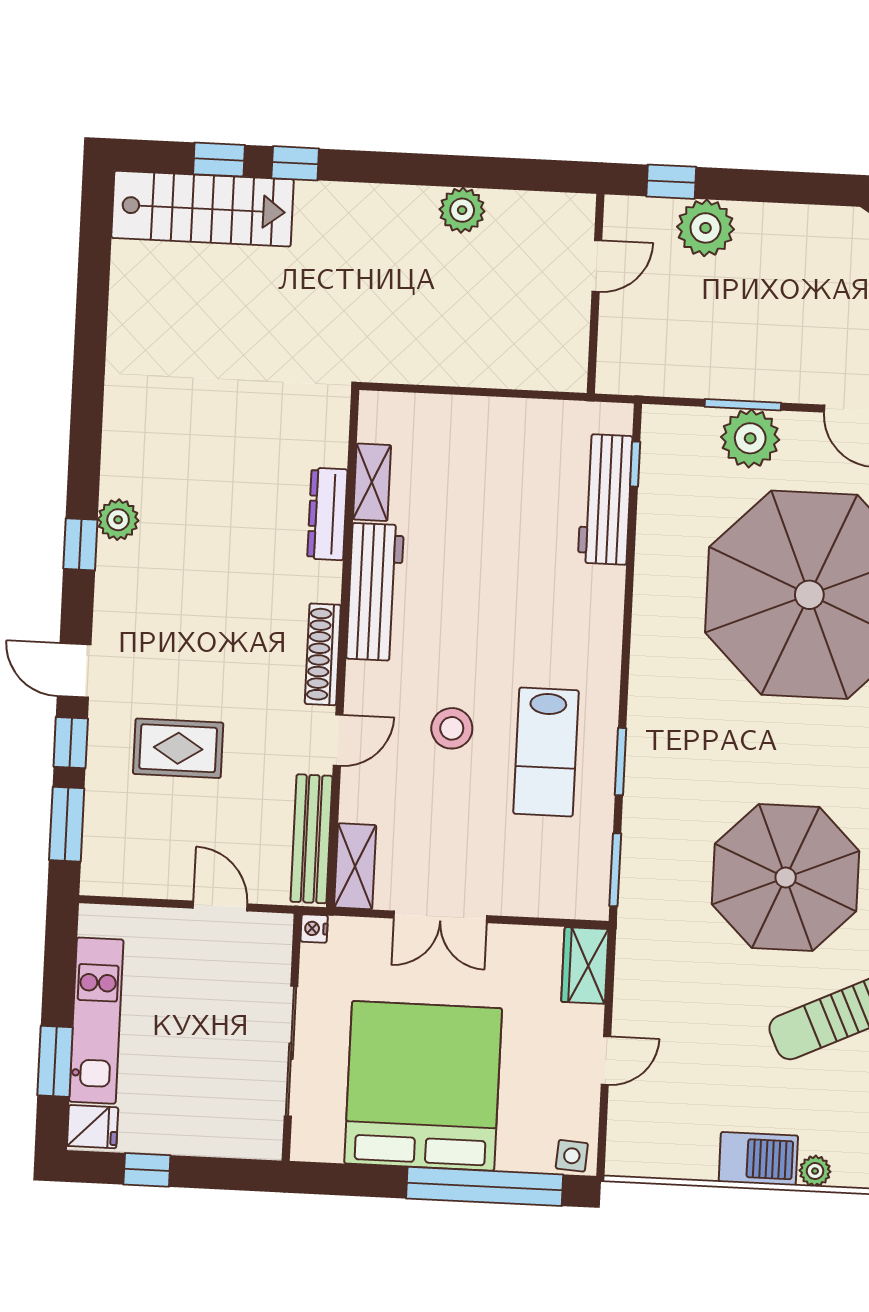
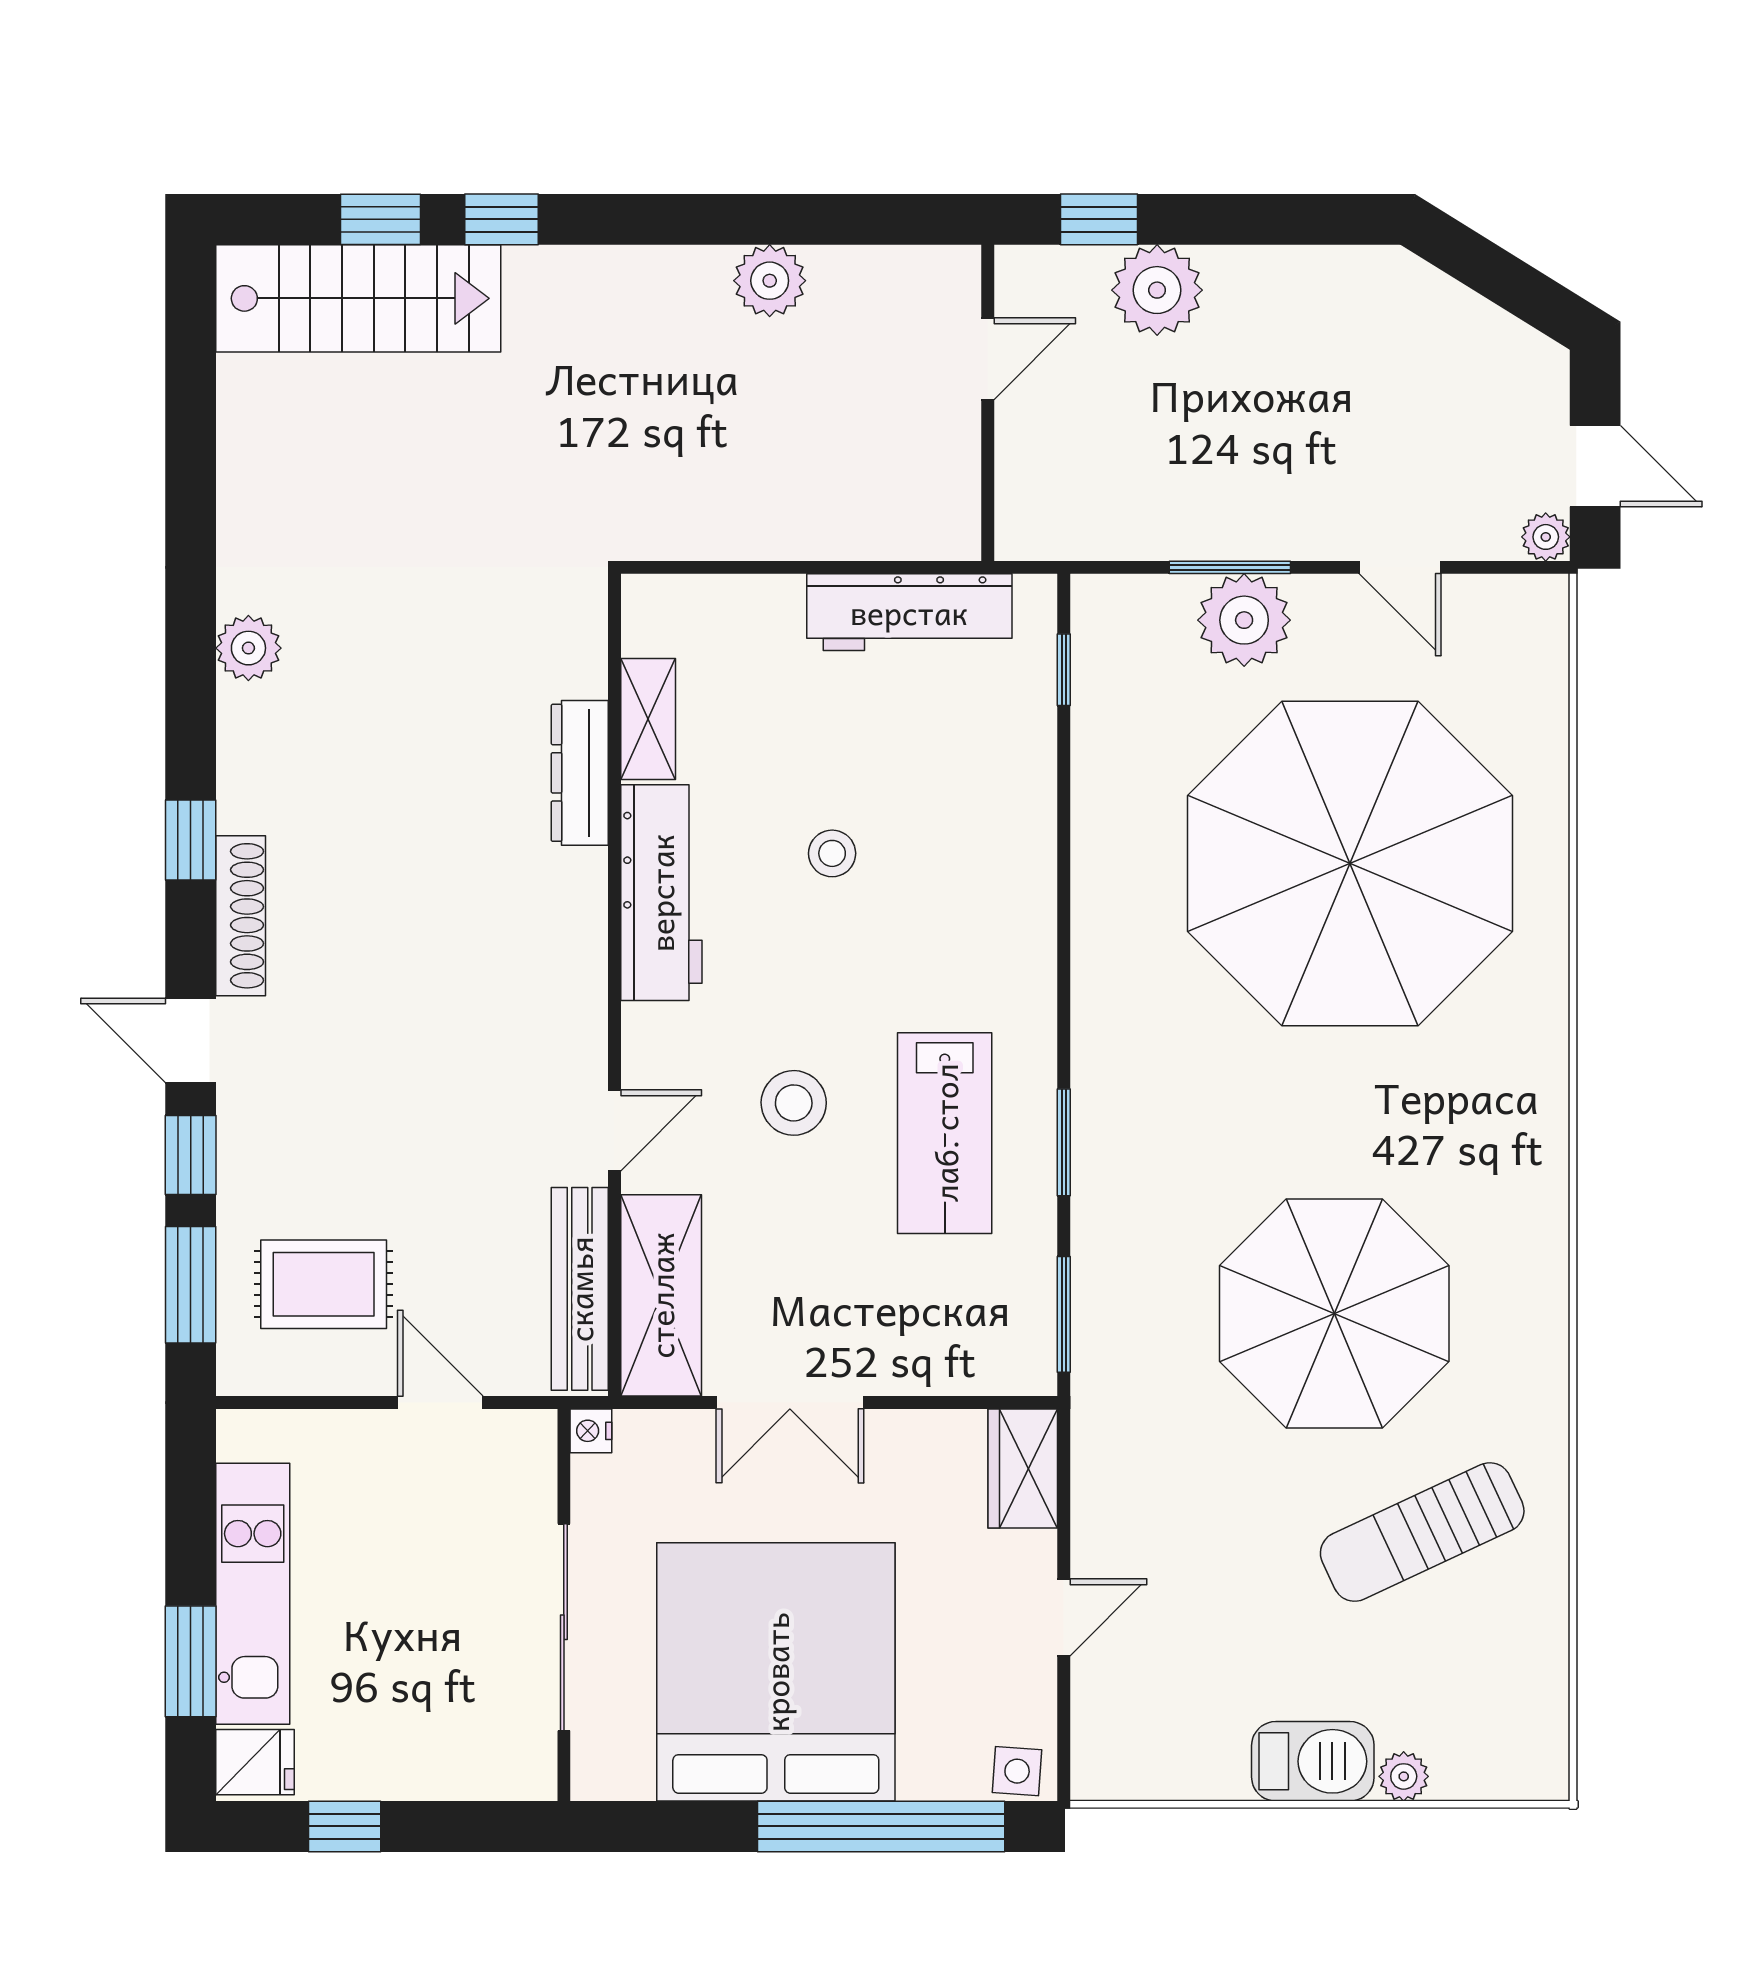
workbench: (605, 499) -> (909, 612), moved, turned -90
plant: (118, 520) -> (248, 648), moved
stool: (484, 573) -> (832, 853), added
shoe rack: (323, 654) -> (241, 916), moved, turned 180
rug: (178, 748) -> (324, 1284), moved
shelving: (355, 866) -> (661, 1295), width x1.50, depth x1.33

